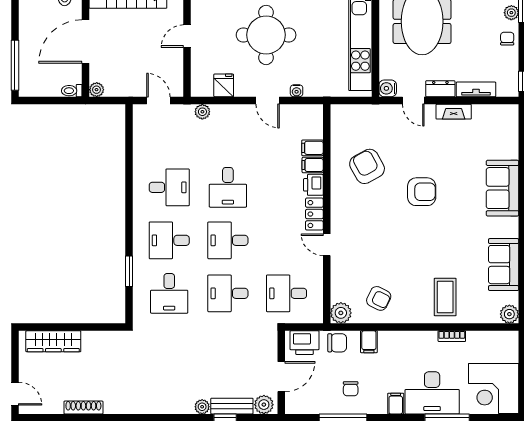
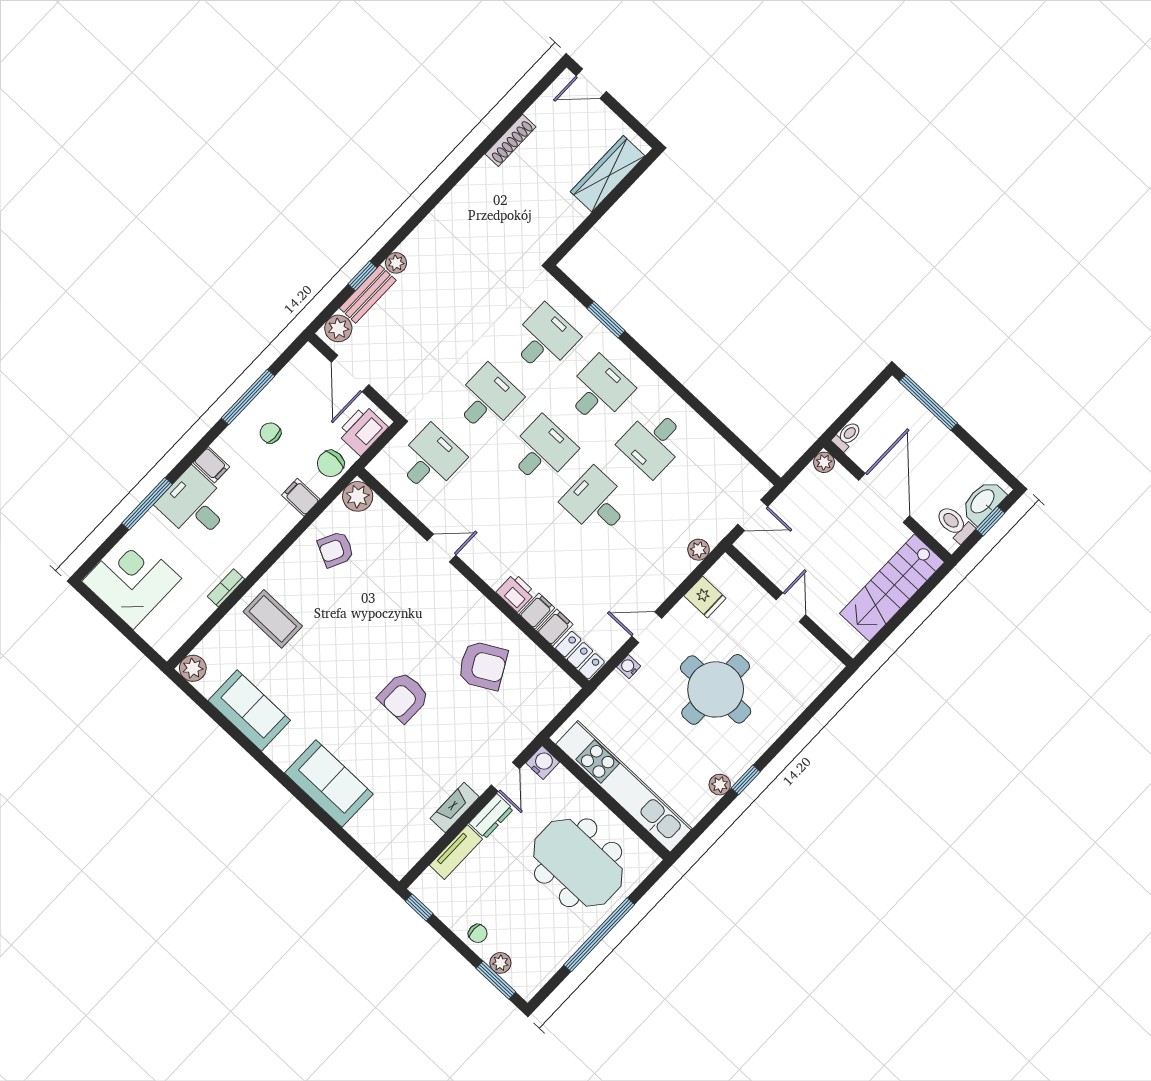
door: (413, 101) -> (505, 777), swing flipped
locker: (314, 214) -> (580, 655), moved
desk: (169, 293) -> (544, 339), turned 90
desk: (432, 393) -> (194, 505), width x0.73

